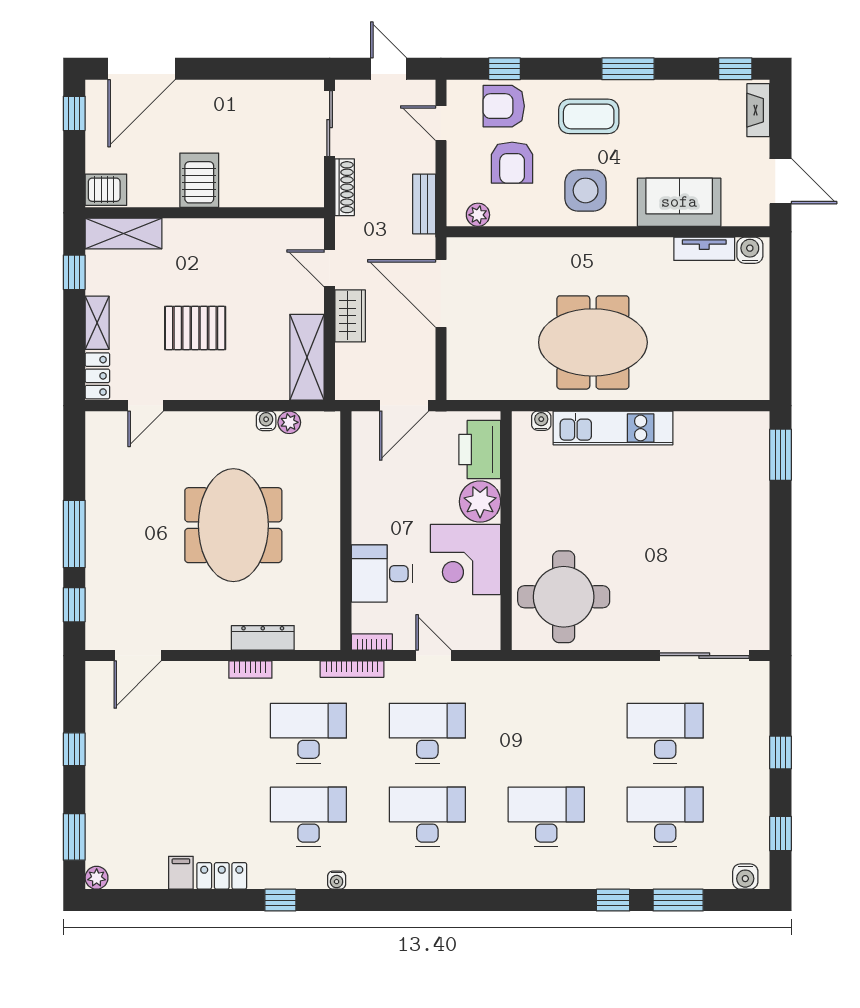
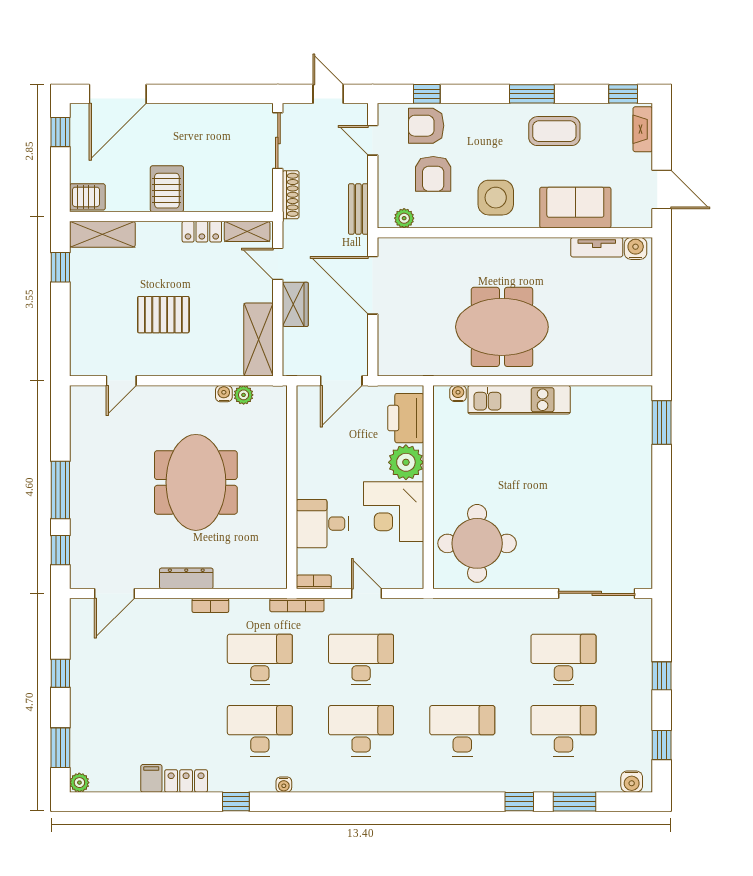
coffee table: (589, 116) -> (554, 131), moved
shelving: (97, 323) -> (247, 231), moved, turned 90
locker: (97, 376) -> (202, 232), moved, turned 90
dresser: (263, 638) -> (186, 578), moved

